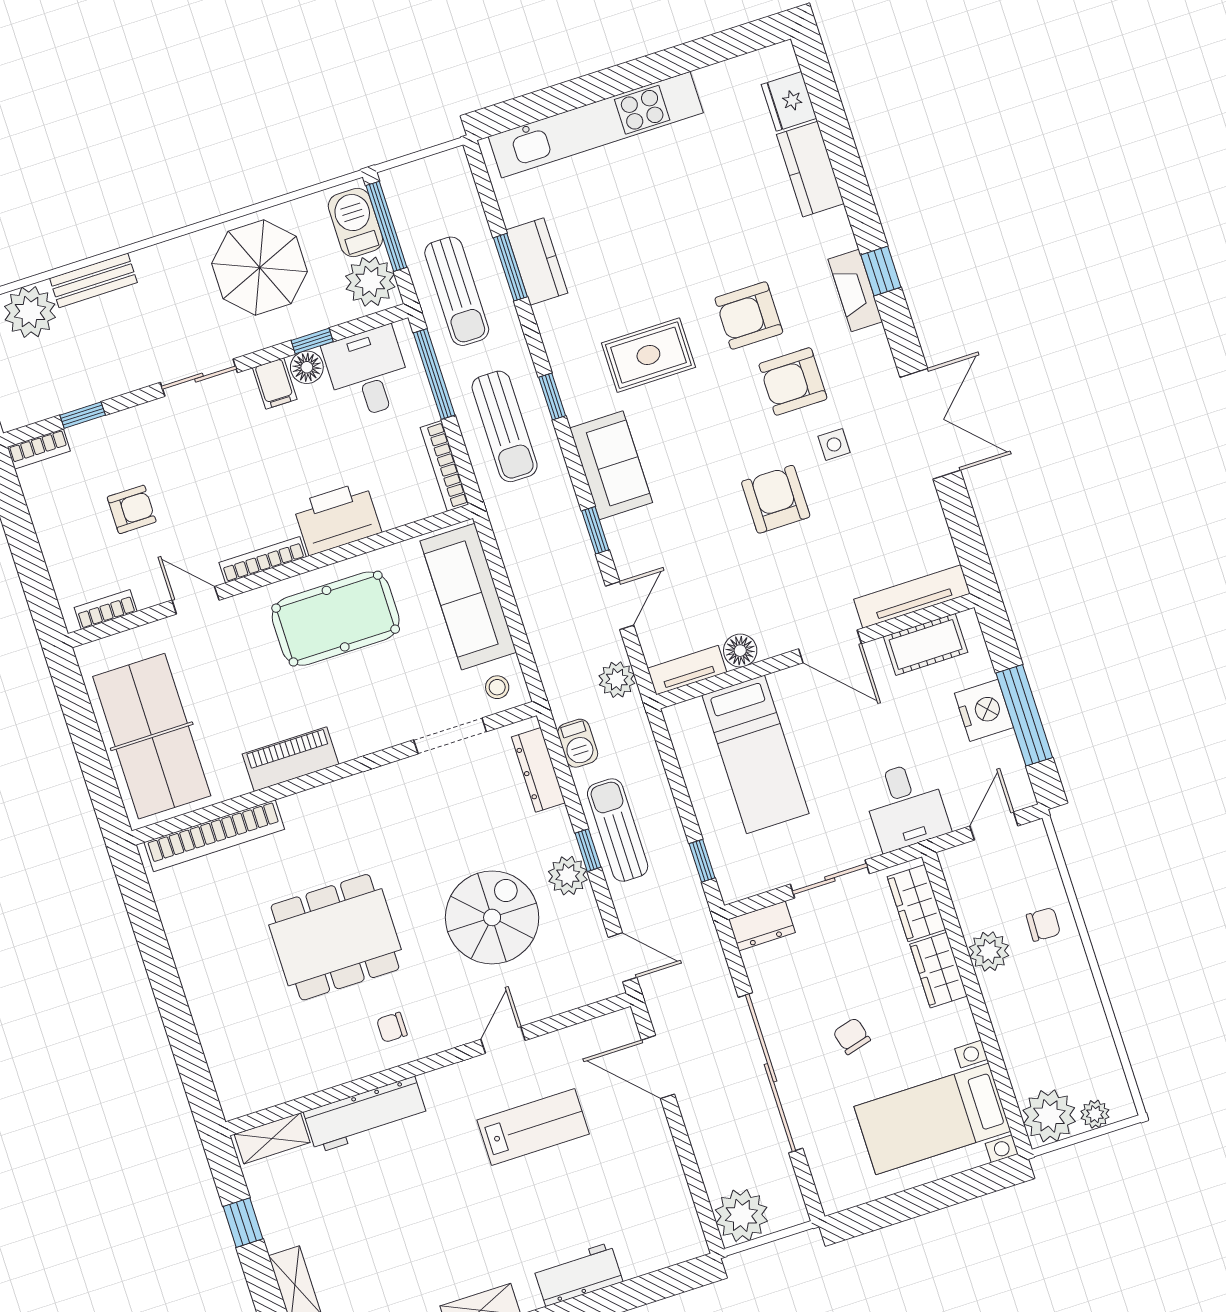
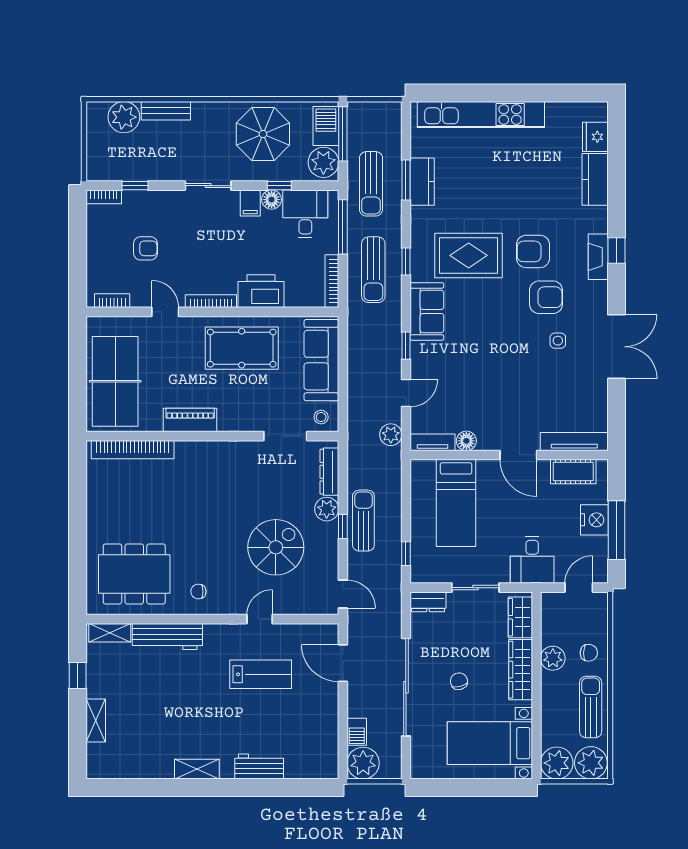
rug: (648, 355) -> (469, 255), width x1.36, depth x1.43
armchair: (793, 381) -> (546, 297), turned 180
armchair: (776, 499) -> (514, 361), removed
barbecue: (578, 743) -> (357, 732), moved
plant: (568, 876) -> (327, 509), moved
dining table: (335, 937) -> (134, 574), moved
wardrobe: (939, 970) -> (521, 670), width x1.50
sun lounger: (1074, 1010) -> (591, 707), added
plant: (1095, 1114) -> (591, 763), width x1.87, depth x1.87

